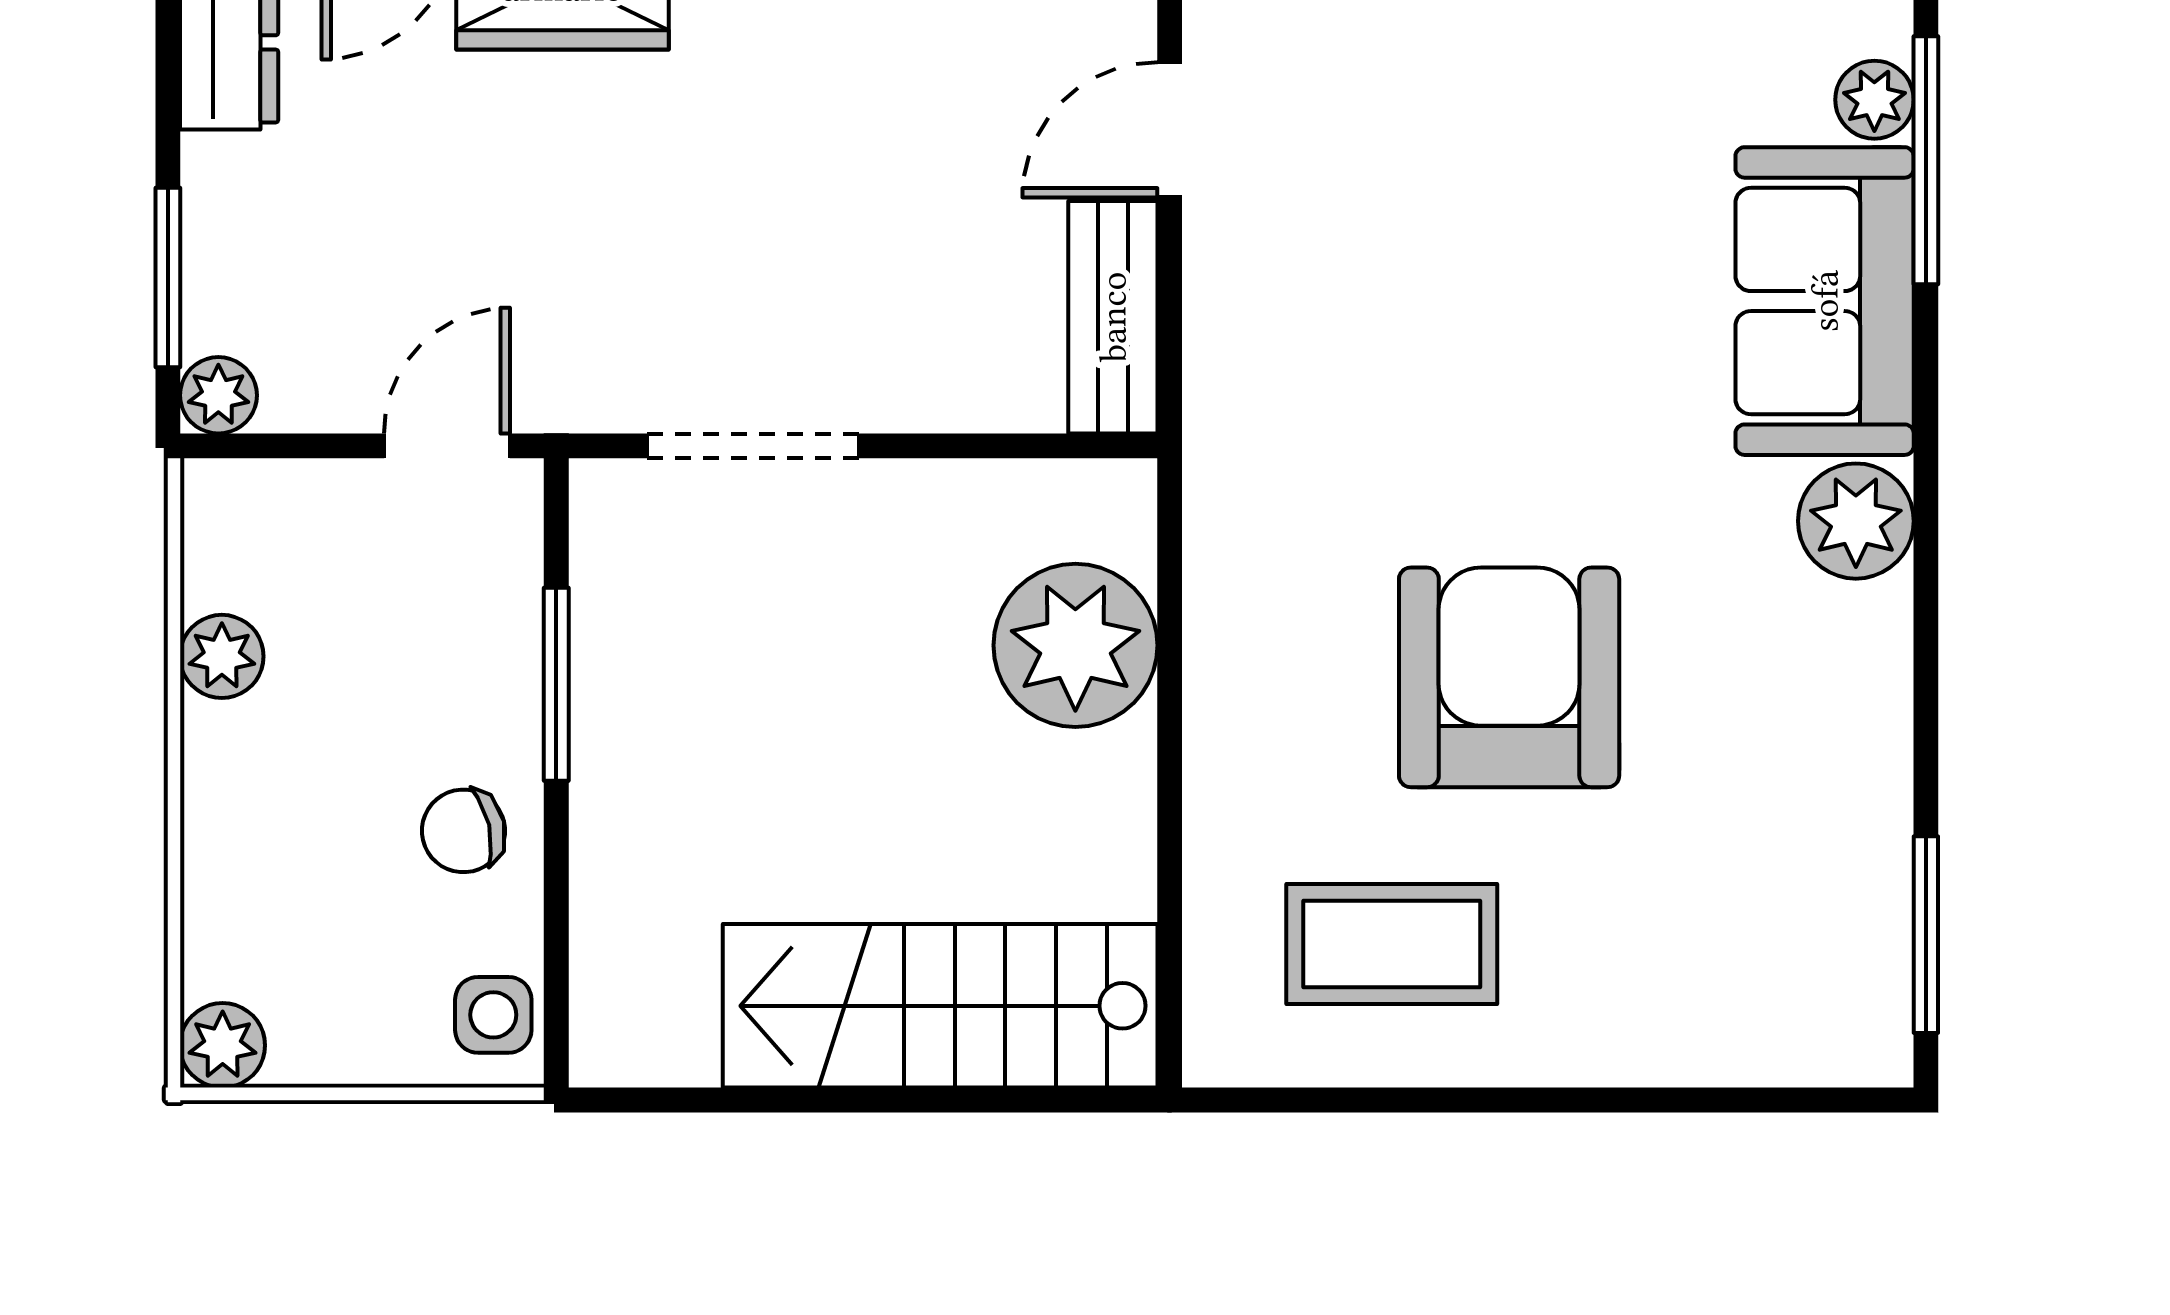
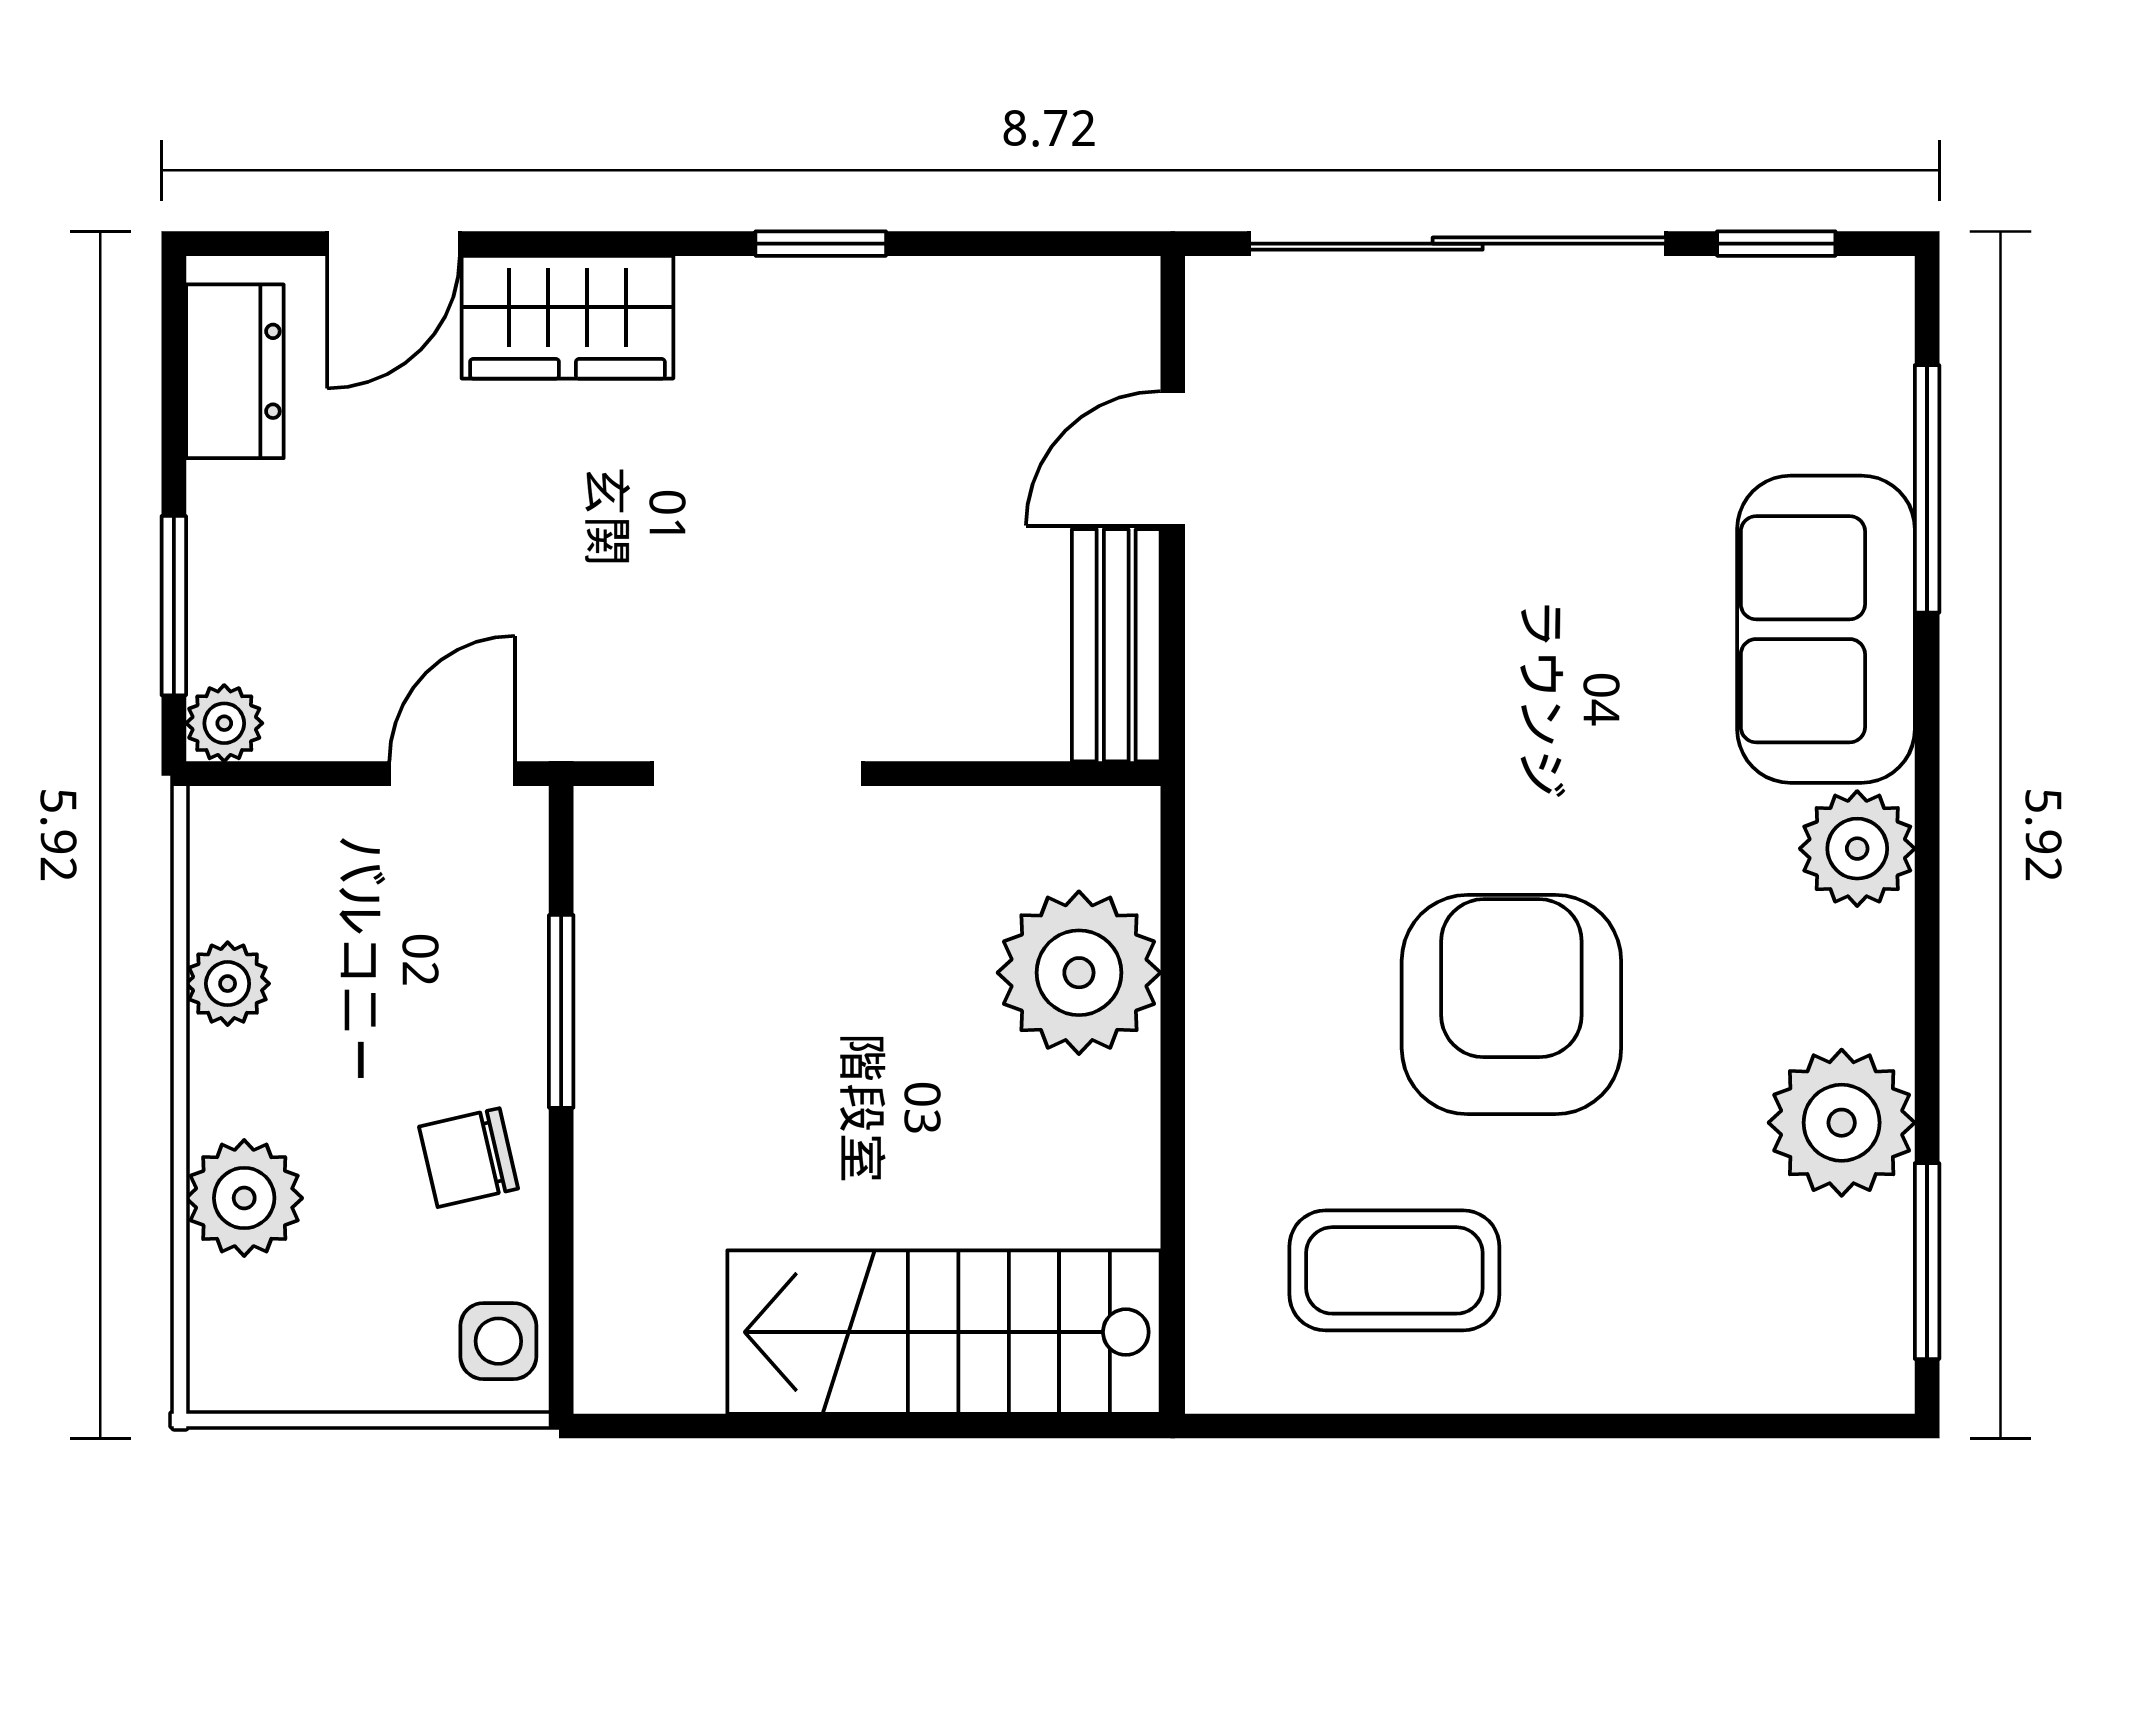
plant: (1874, 100) -> (1842, 1123), moved, width x1.88, depth x1.88
plant: (223, 1045) -> (244, 1198), moved, width x1.38, depth x1.38

